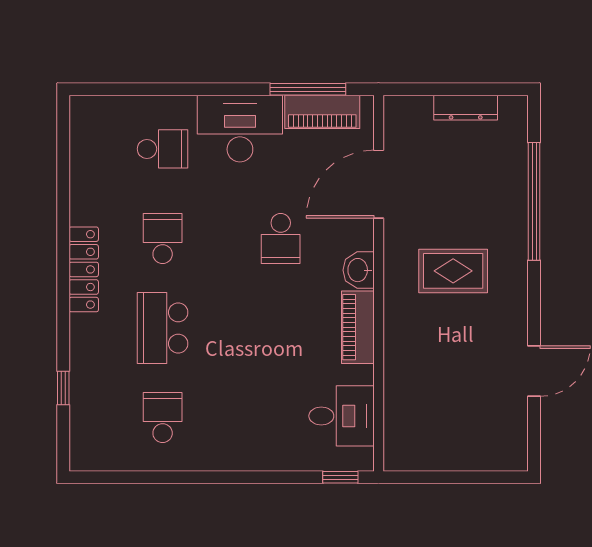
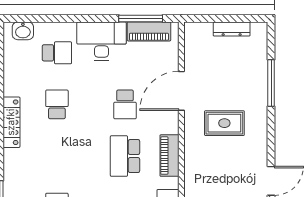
door: (379, 184) -> (181, 91), moved
window: (534, 201) -> (271, 83), width x0.68
washbasin: (359, 270) -> (23, 31), moved, turned -90
school desk: (163, 328) -> (125, 156), moved

